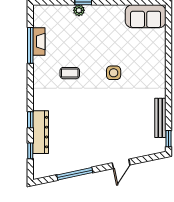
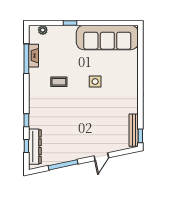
plant: (79, 10) -> (43, 30), moved
sofa: (146, 16) -> (107, 37), width x1.85, depth x1.27
bench: (160, 118) -> (134, 130), moved
dresser: (41, 132) -> (35, 147), moved

